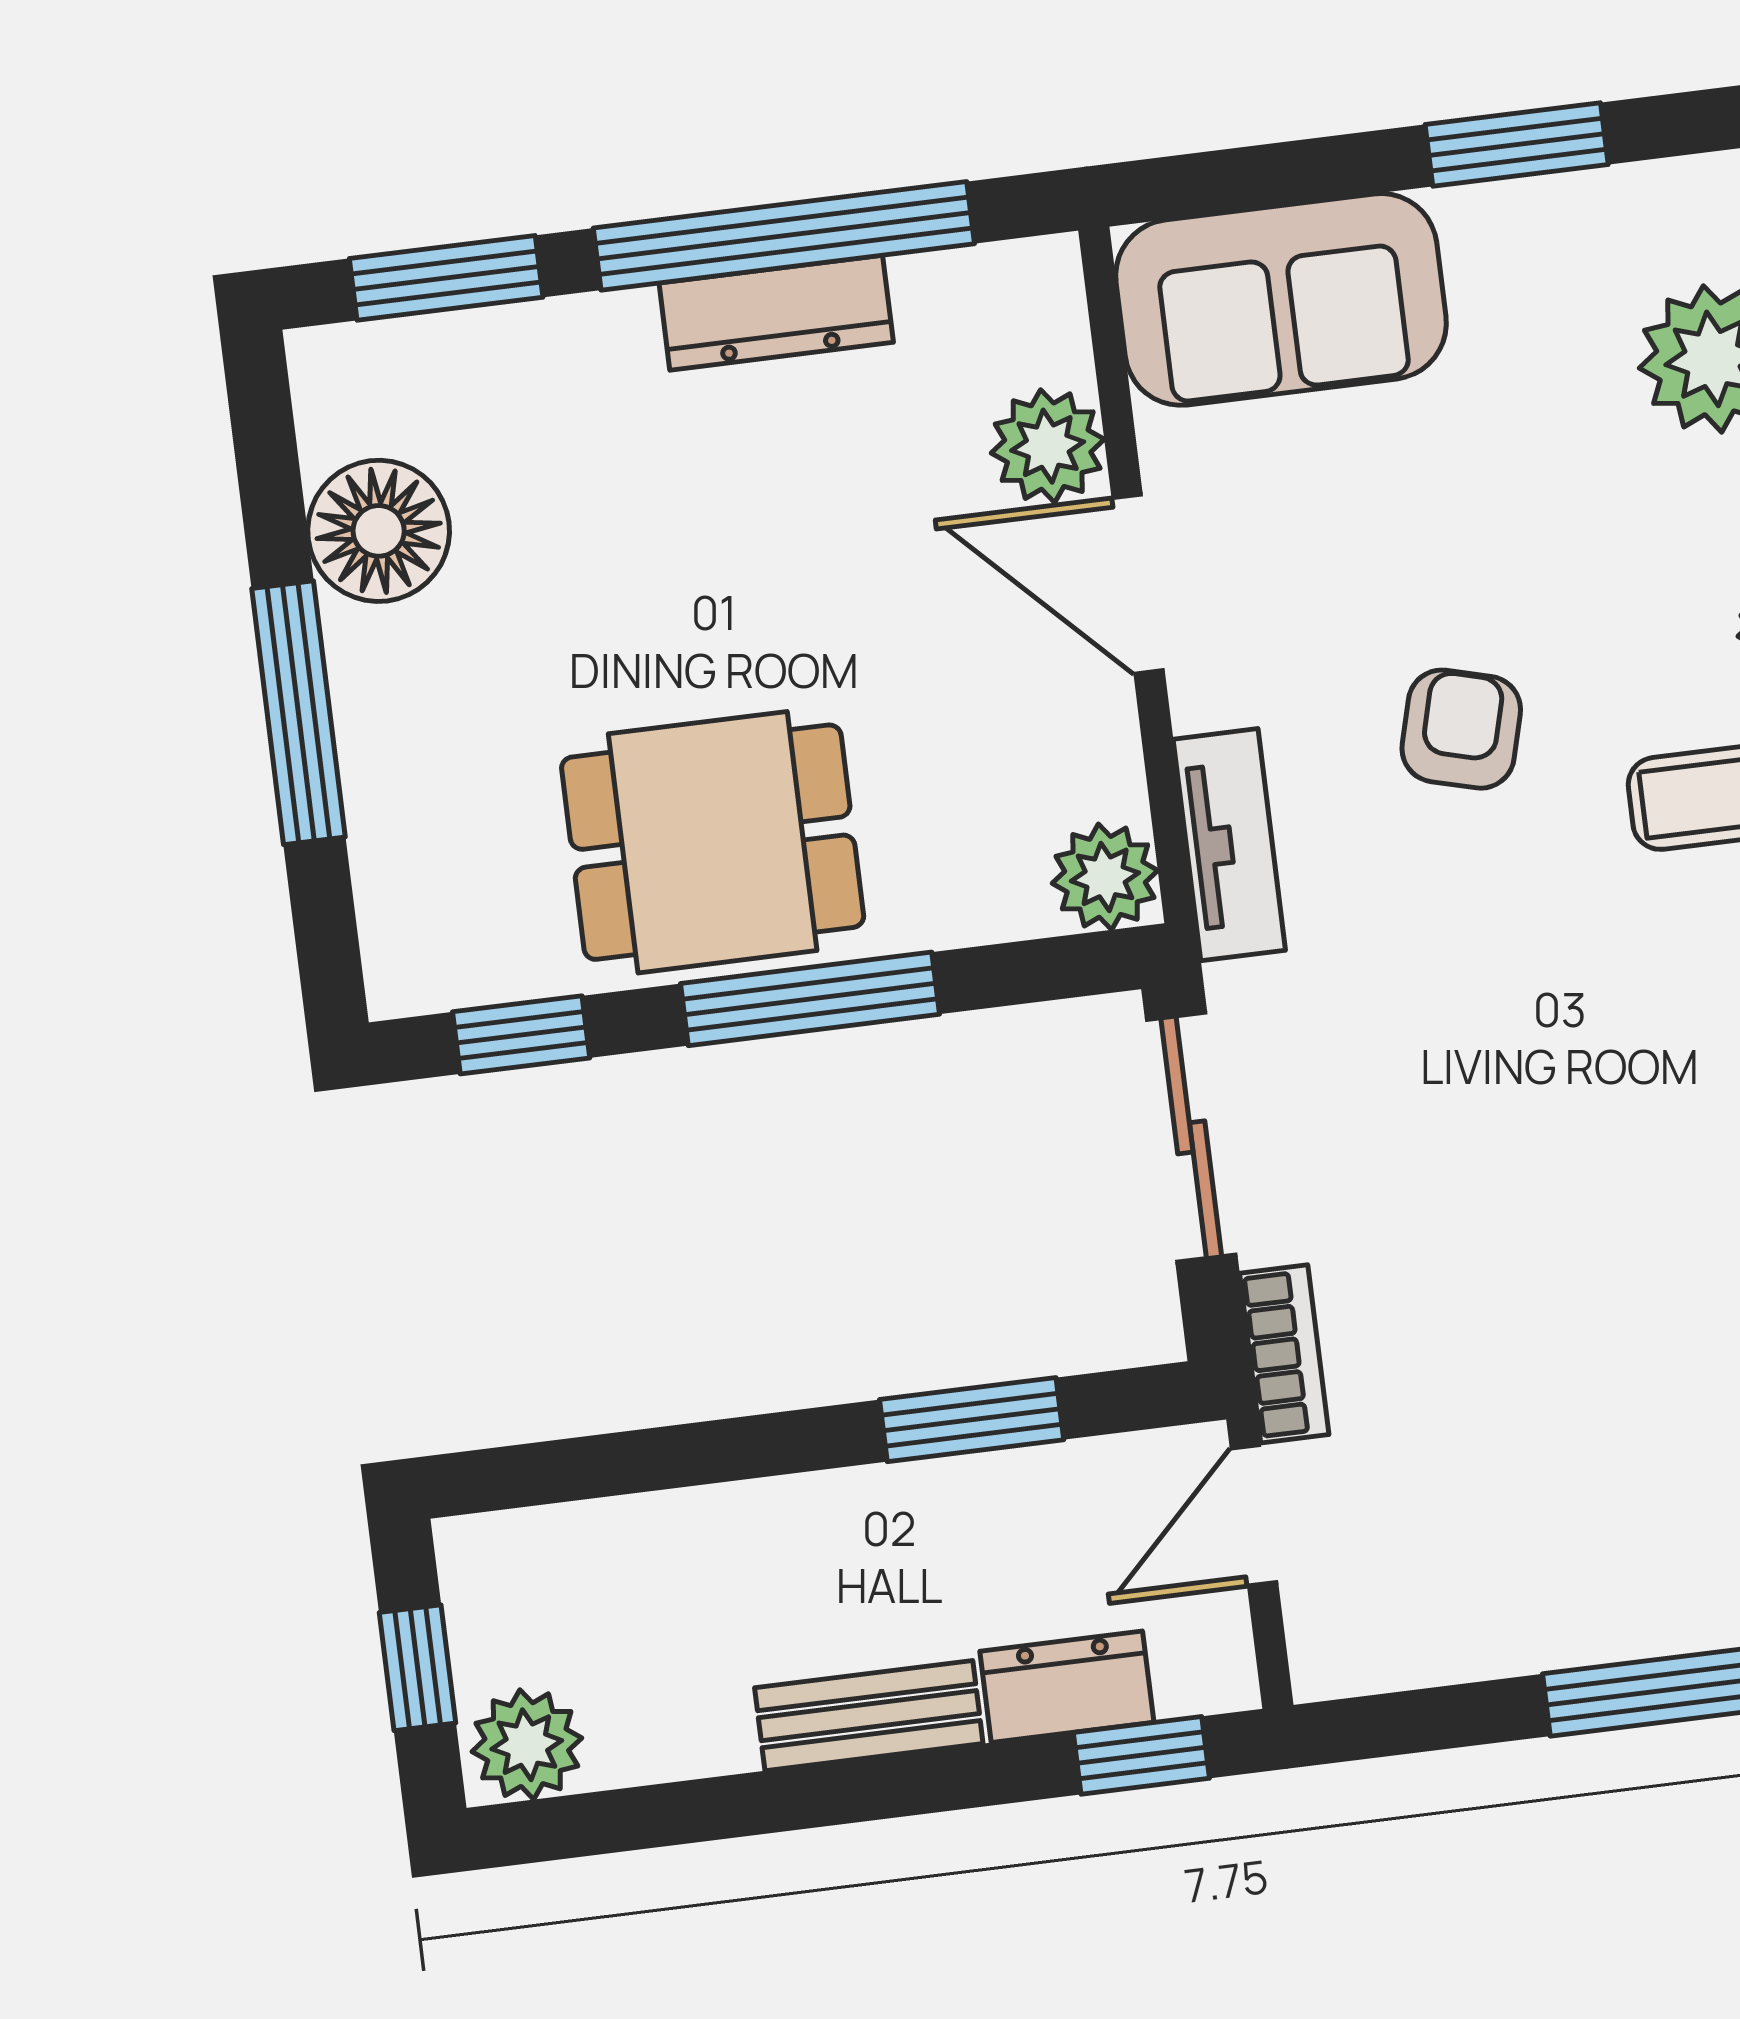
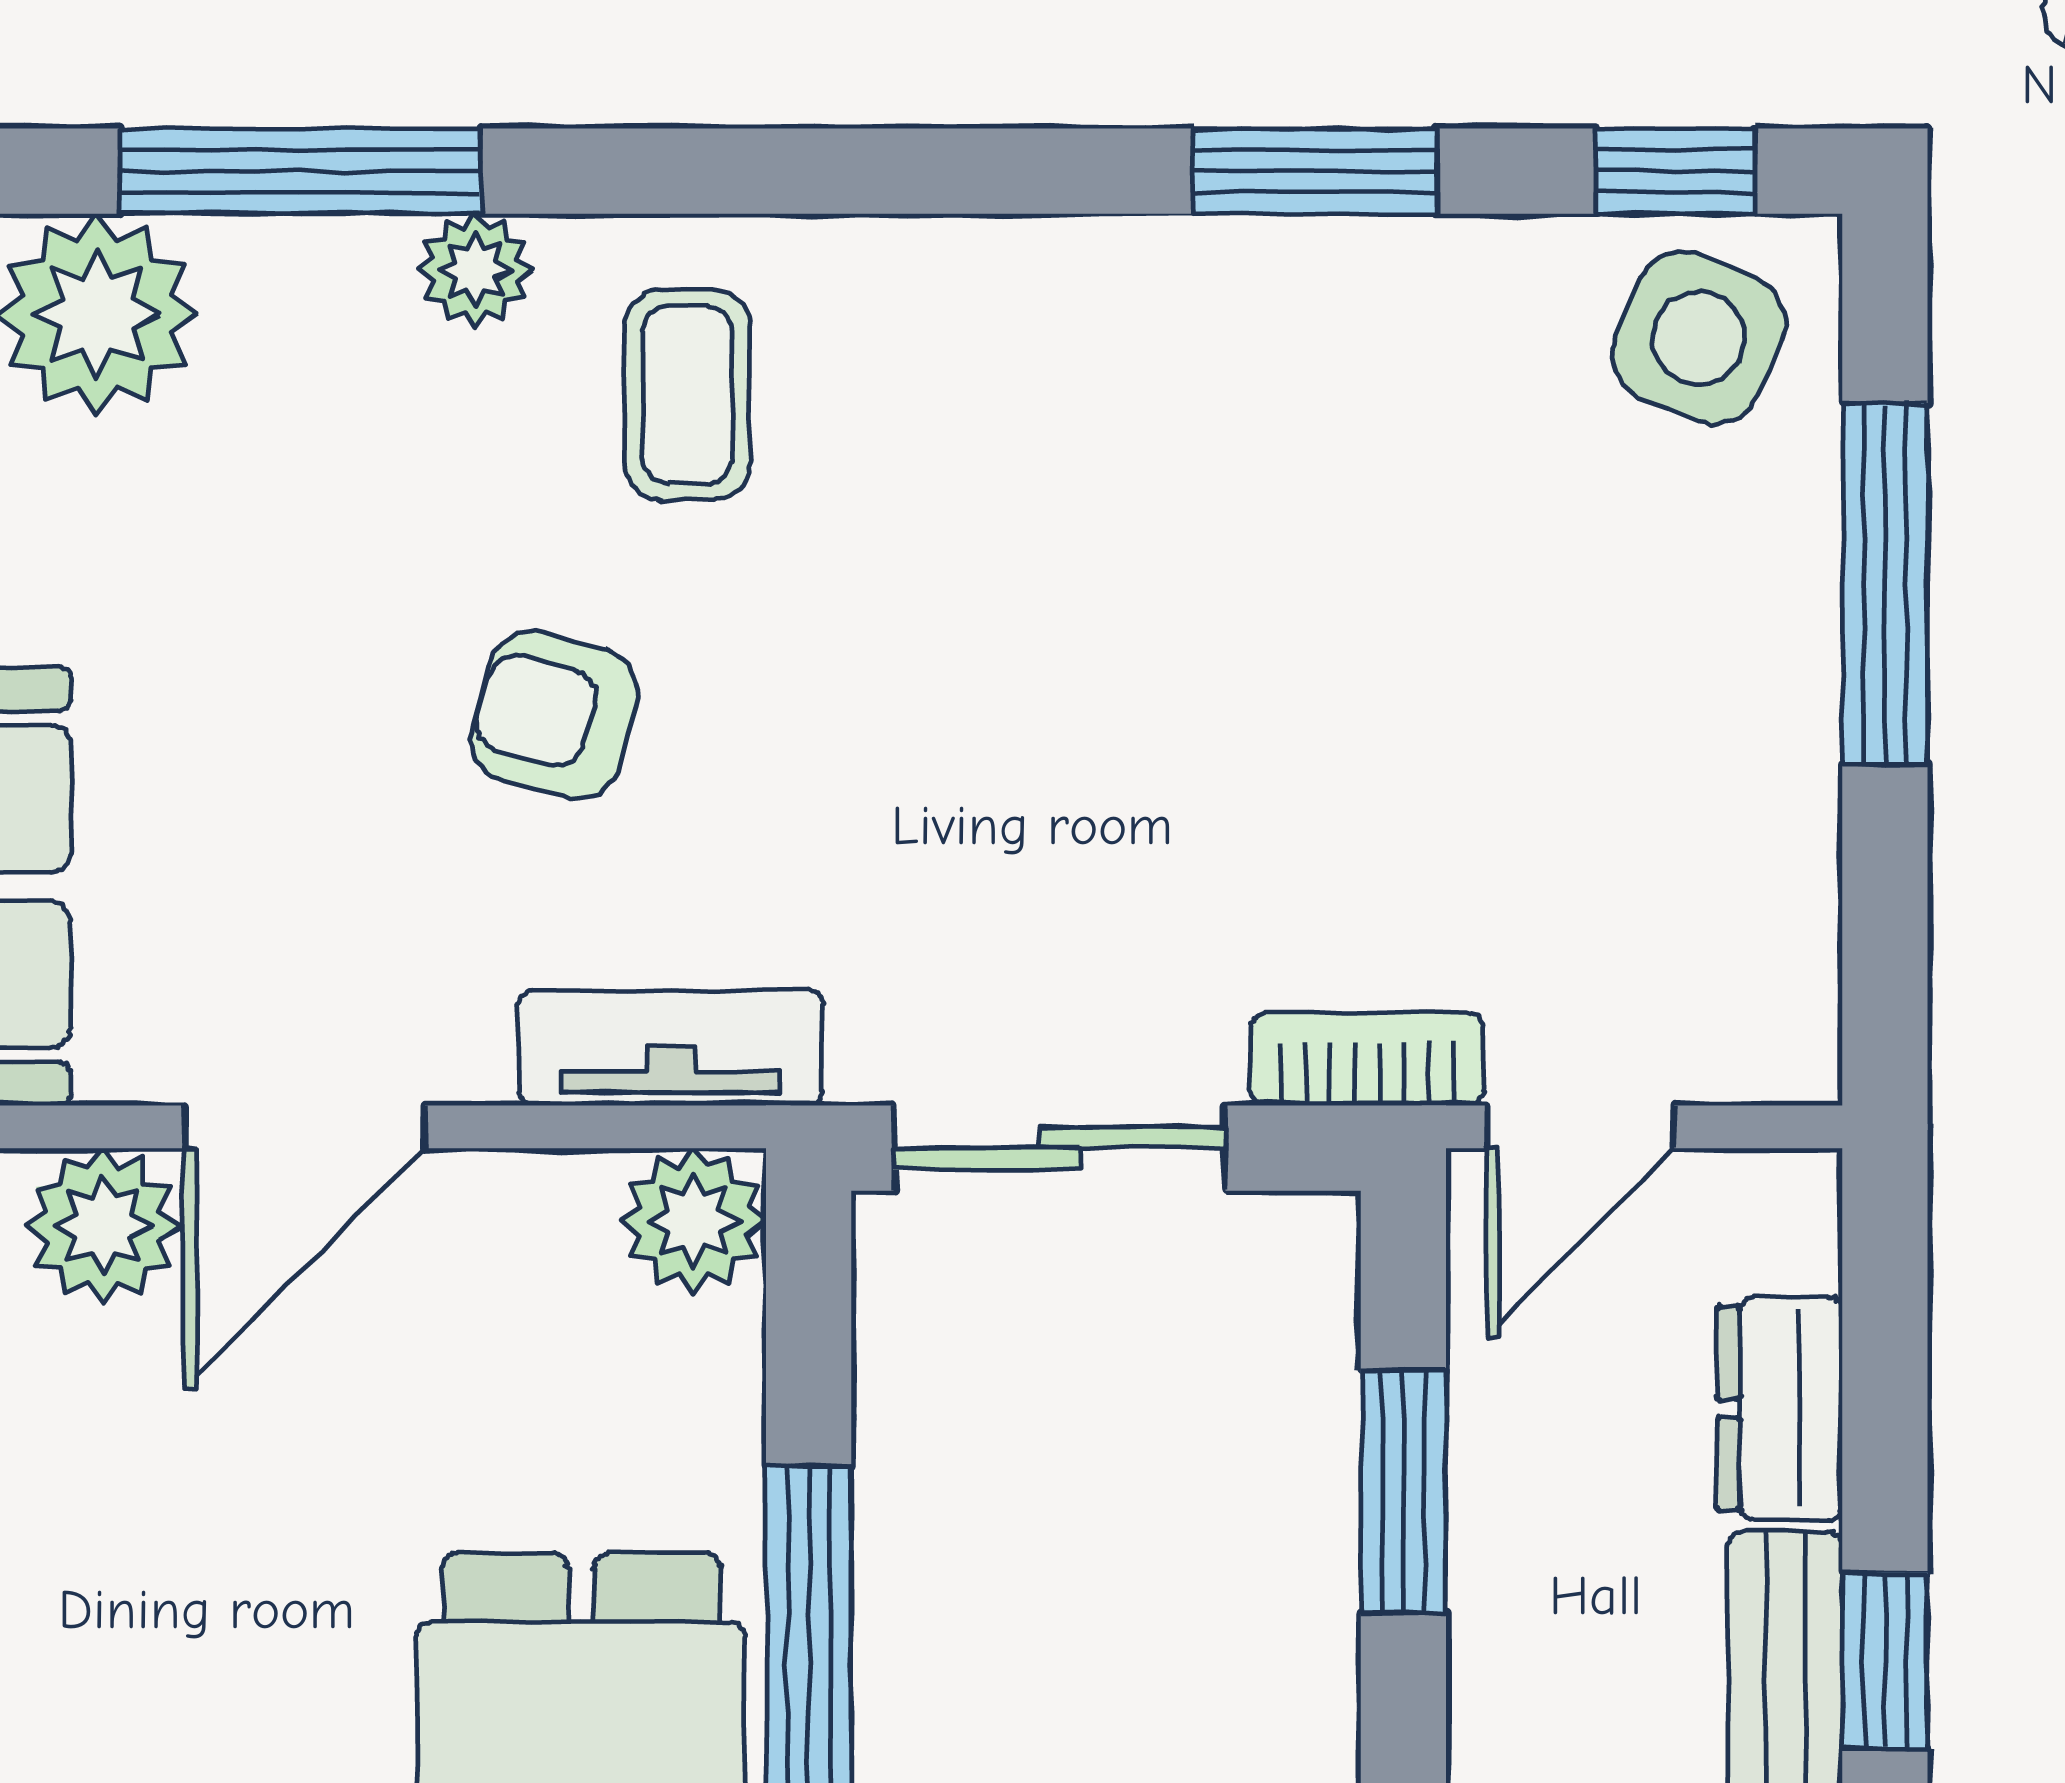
door: (1254, 1515) -> (1580, 1127), hinge flipped
window: (1141, 1755) -> (1885, 1661), moved

